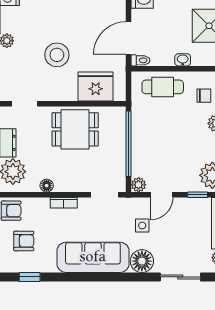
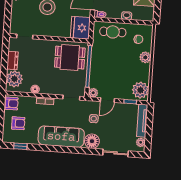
fridge: (96, 86) -> (80, 28), moved, turned -90
dining table: (75, 129) -> (70, 58), moved

